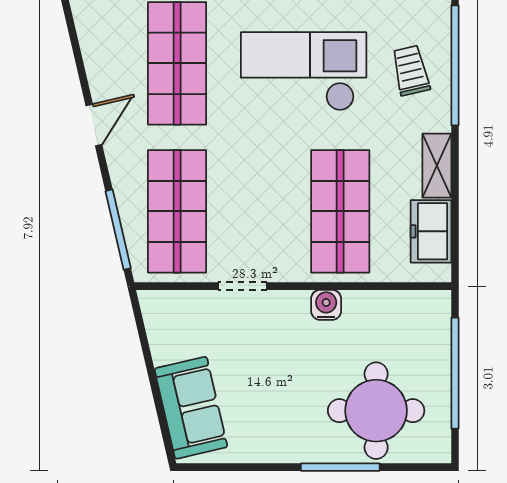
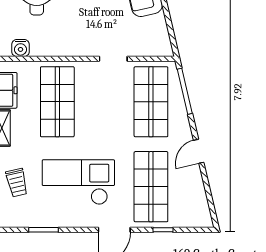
checkout: (304, 71) -> (78, 182), turned 180
water cooler: (326, 305) -> (20, 48), moved

